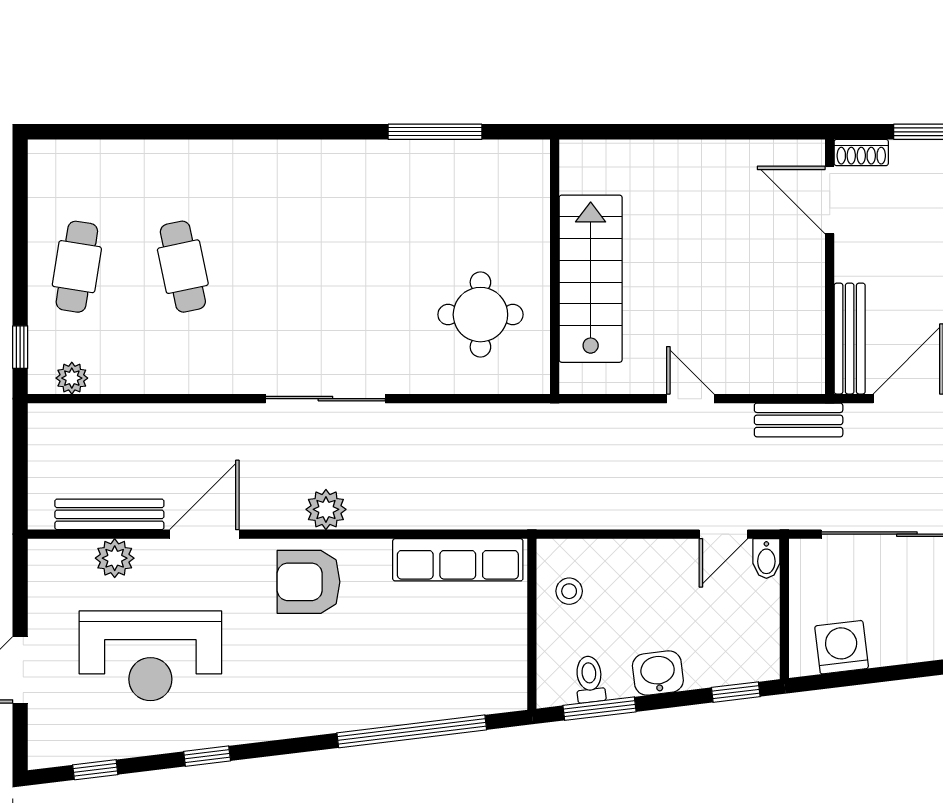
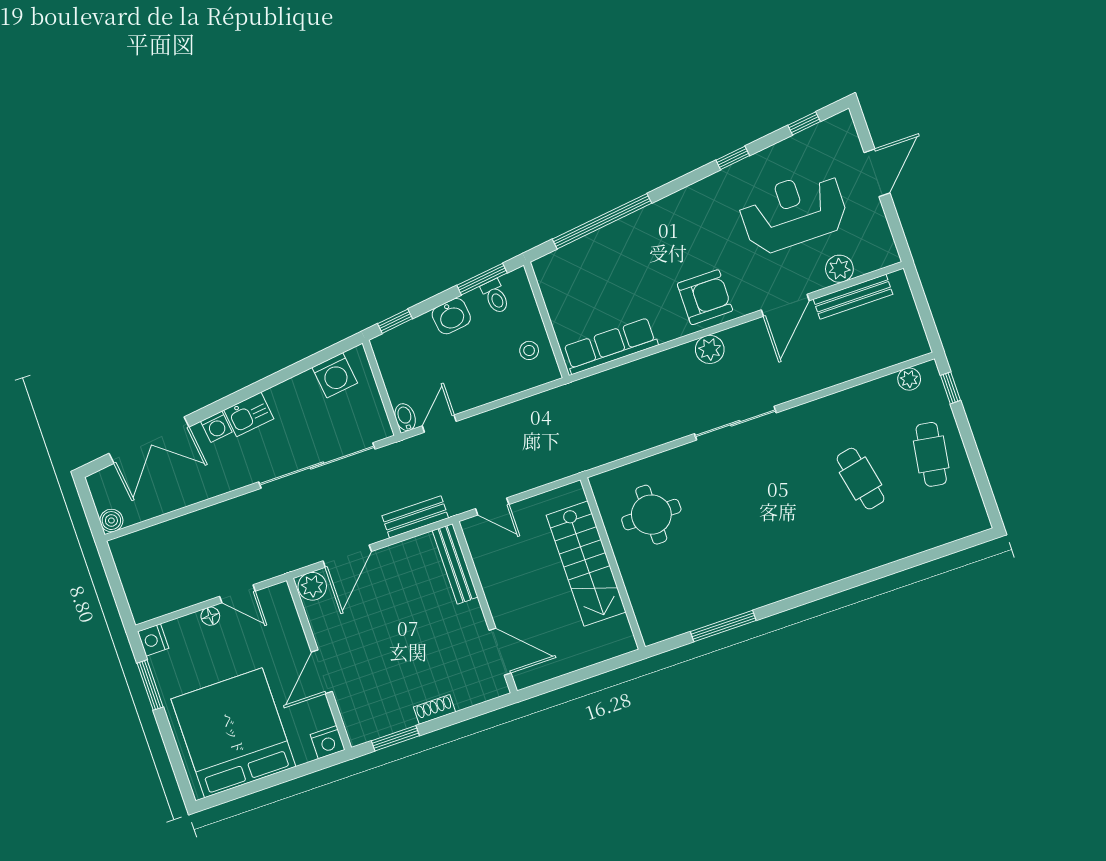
door: (830, 200) -> (500, 652), moved
wall: (830, 267) -> (485, 607), moved
bench: (850, 339) -> (455, 564), moved

